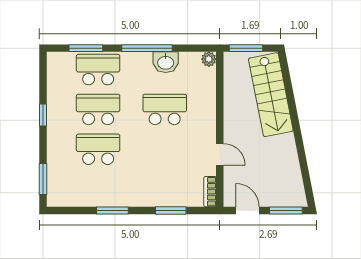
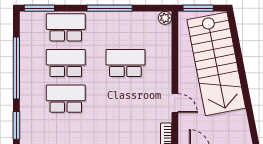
window: (86, 48) -> (39, 8), moved
washbasin: (166, 62) -> (126, 21), removed
stairs: (271, 95) -> (216, 64), width x1.36, depth x1.51
window: (43, 115) -> (16, 68), width x3.17

